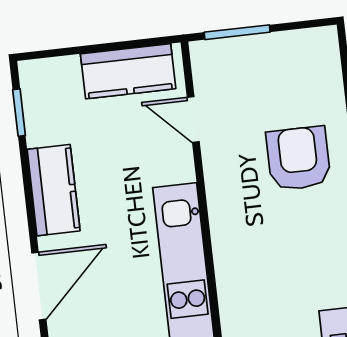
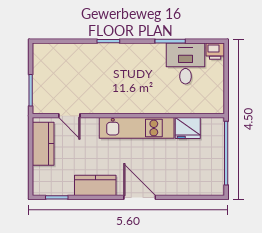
door: (193, 120) -> (69, 116), hinge flipped
armchair: (298, 158) -> (93, 68), removed

